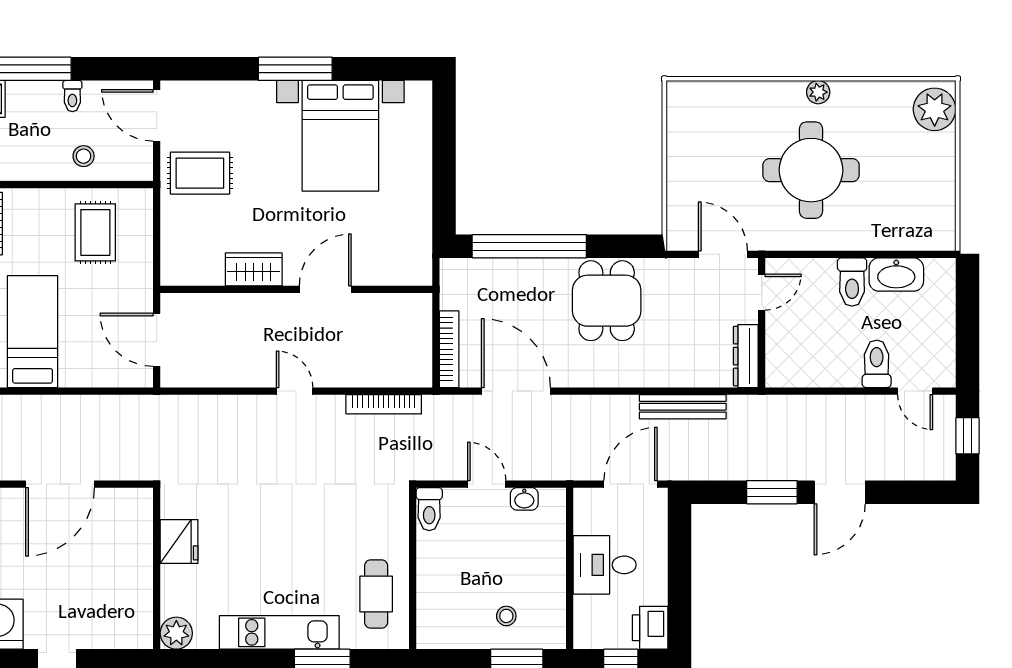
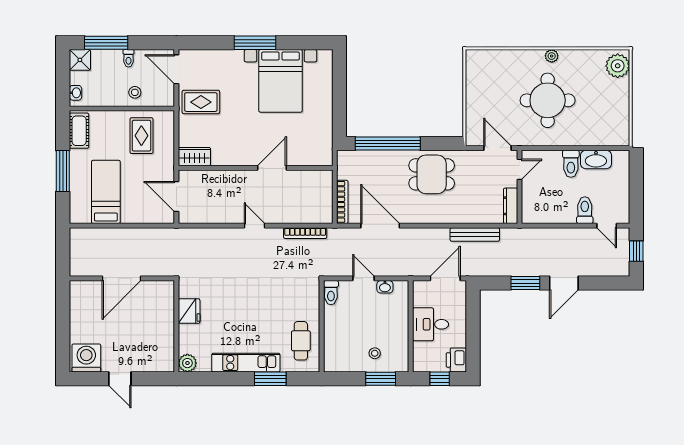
wardrobe: (254, 269) -> (194, 157), moved
dining table: (607, 301) -> (432, 174), turned 90

